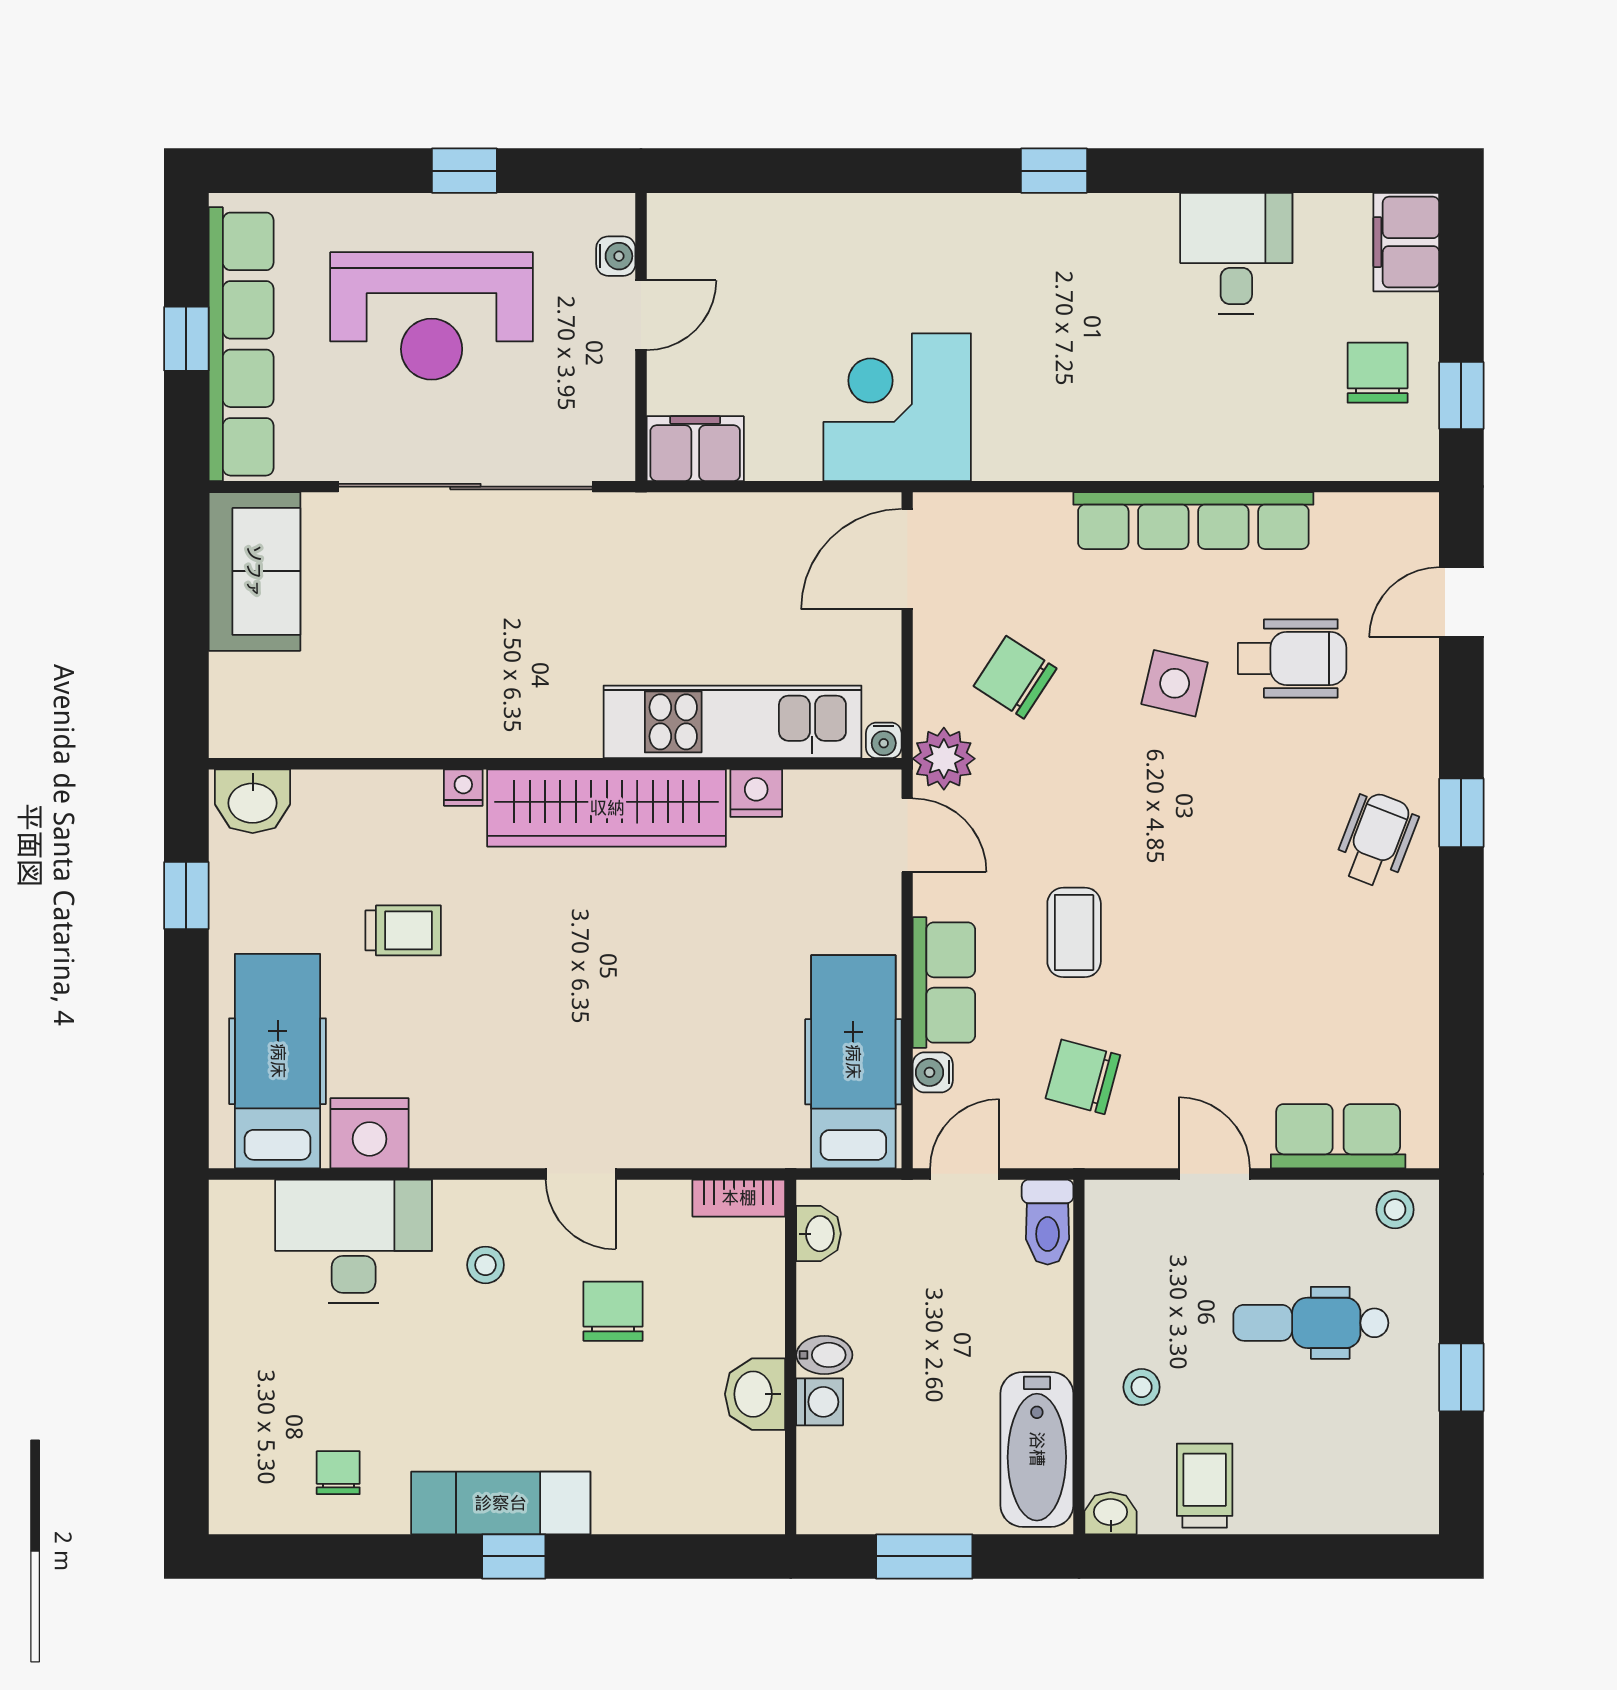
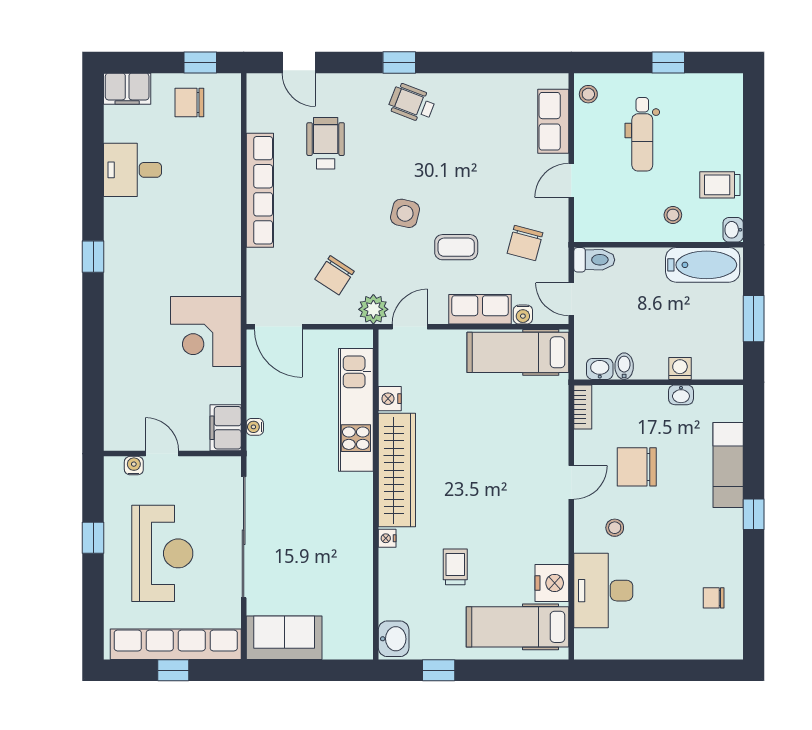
side table: (1175, 683) -> (405, 213), moved
water cooler: (884, 740) -> (255, 427), moved, turned 180
chair: (613, 1311) -> (637, 467), width x1.37, depth x1.37
bidet: (824, 1355) -> (624, 366), moved
washbasin: (755, 1394) -> (681, 395), width x0.72, depth x0.69
exam couch: (501, 1503) -> (728, 465), moved

